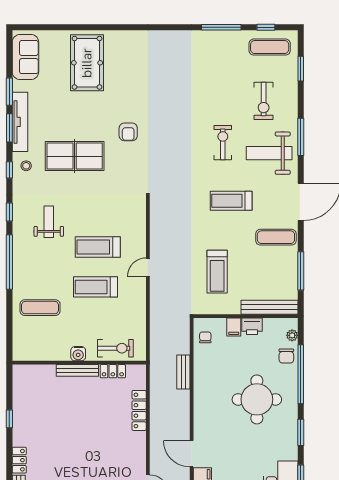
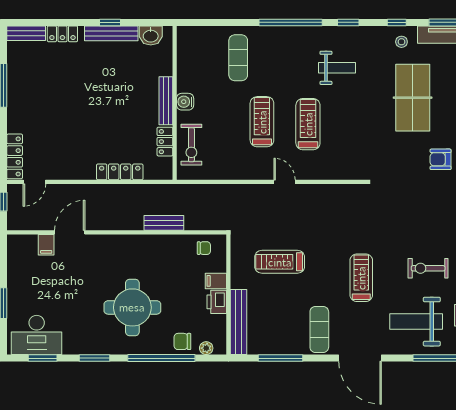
exercise bike: (223, 143) -> (428, 268), turned 180
weight bench: (269, 153) -> (416, 322), turned -90
washbasin: (21, 384) -> (151, 36), added
bench: (19, 418) -> (111, 33), added

